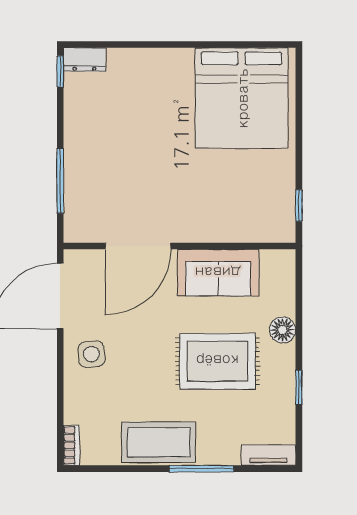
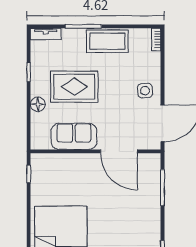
door: (138, 246) -> (119, 151), swing flipped

